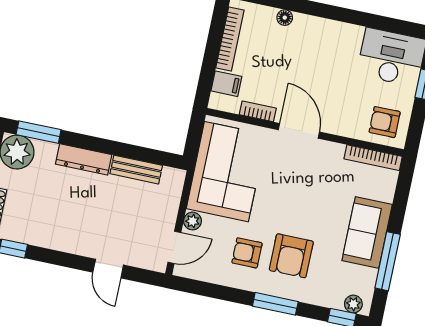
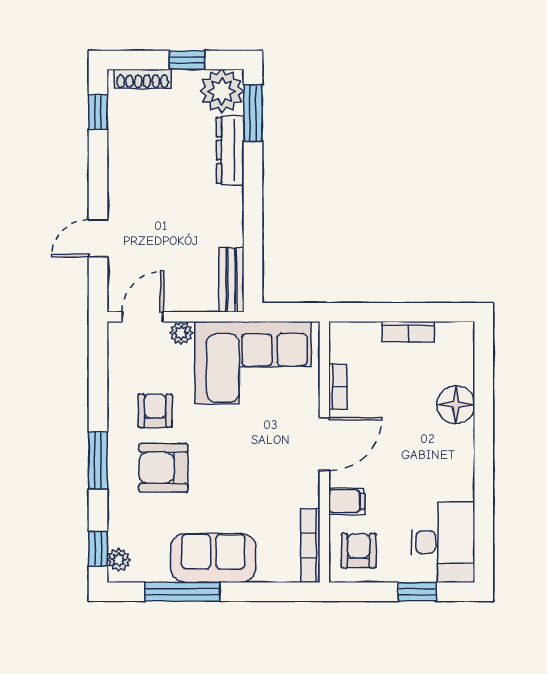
floor lamp: (285, 18) -> (456, 405), width x1.89, depth x1.89
bookcase: (230, 39) -> (408, 332), width x0.64
filing cabinet: (226, 84) -> (347, 501), moved, turned -90
dresser: (84, 159) -> (230, 150), moved
bench: (136, 170) -> (231, 280), moved
door: (174, 247) -> (143, 317), swing flipped

